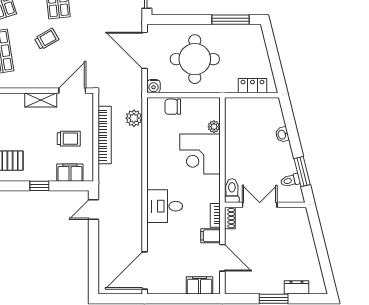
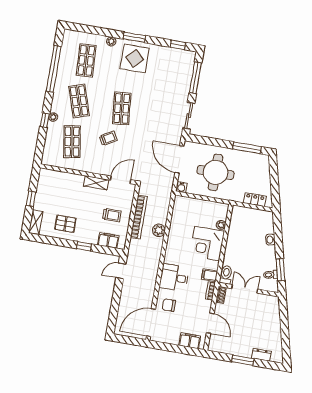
chair: (173, 107) -> (169, 305), moved
plant: (134, 118) -> (159, 230), moved
filing cabinet: (210, 236) -> (209, 275), moved

